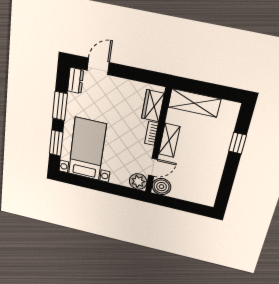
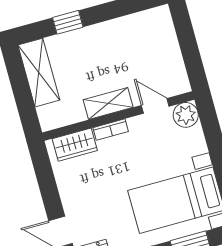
shelving: (194, 103) -> (39, 73), moved
boiler: (162, 187) -> (176, 82), removed

